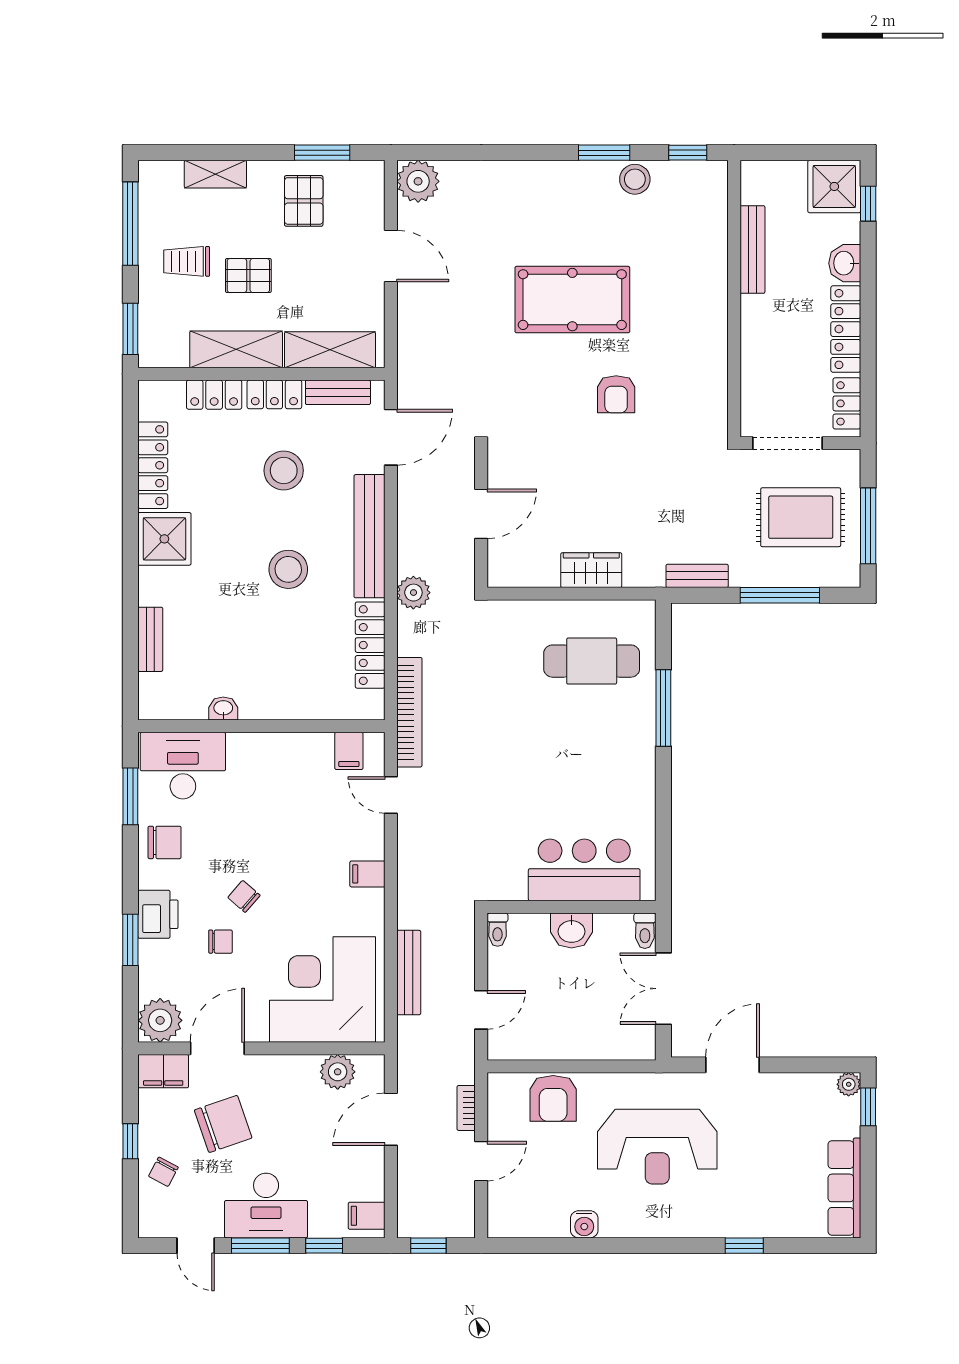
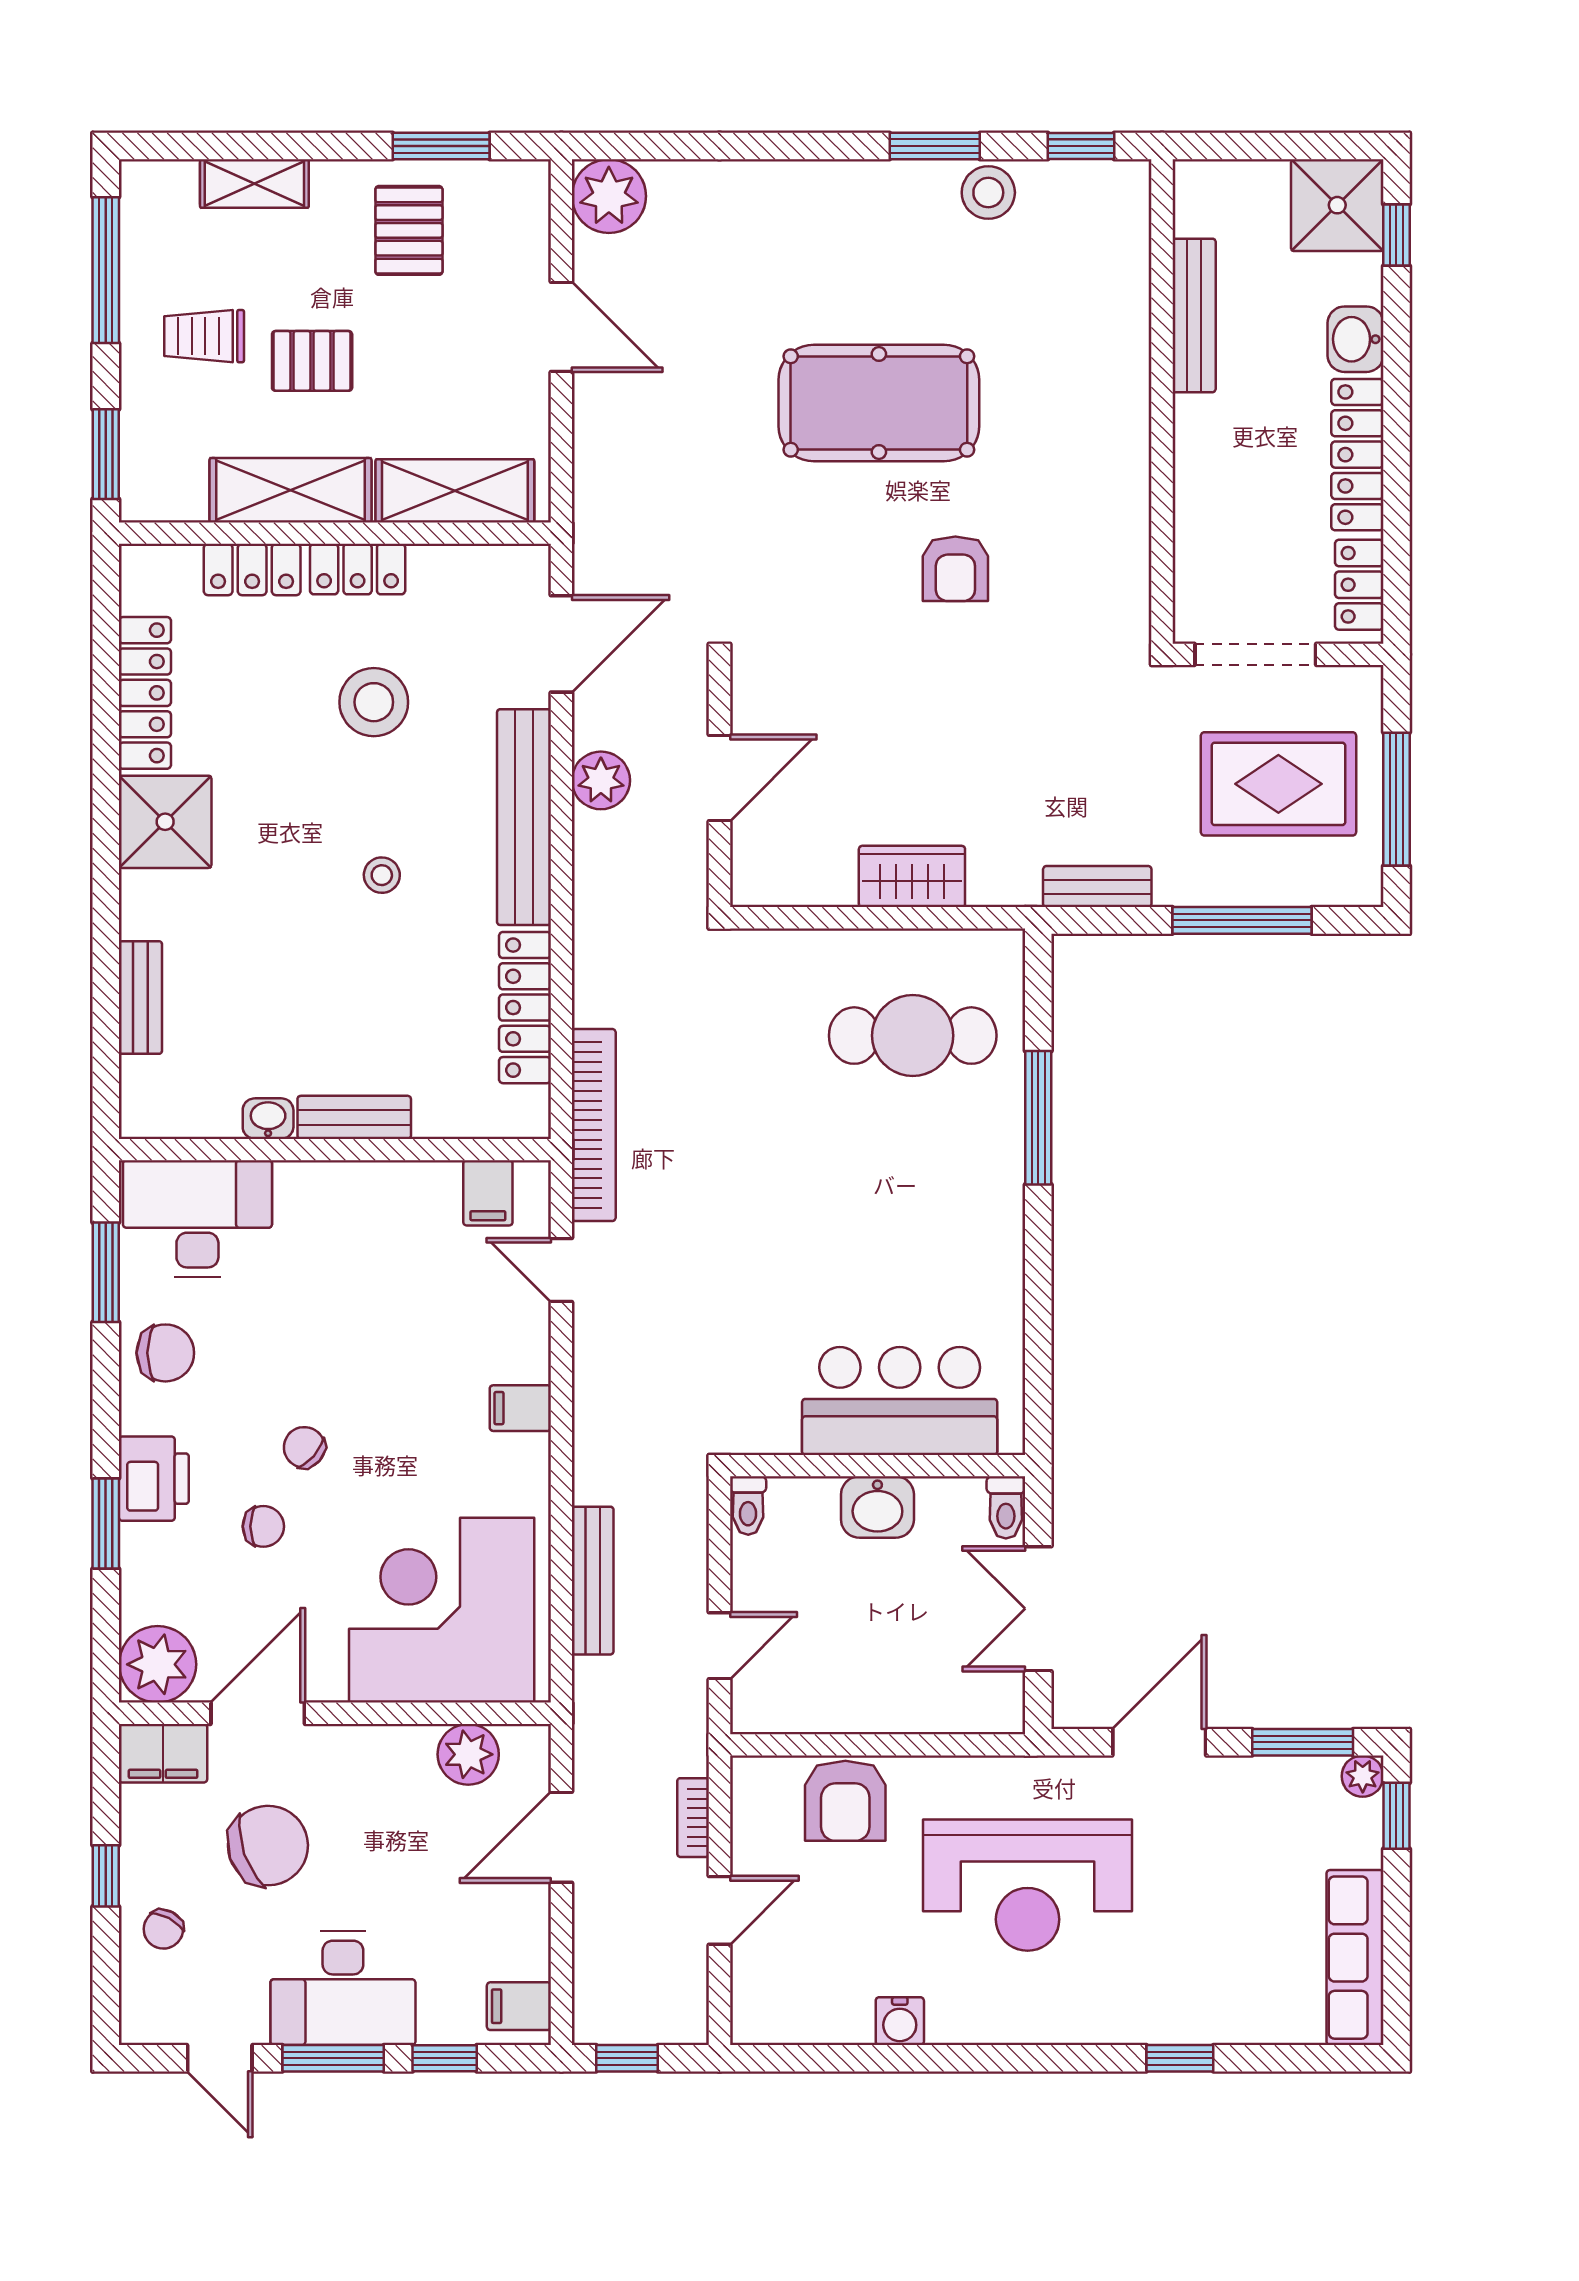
bench: (338, 392) -> (354, 1117), moved
stool: (288, 569) -> (382, 875), width x0.53, depth x0.53
plant: (413, 593) -> (601, 780), moved
window: (815, 1065) -> (1303, 1742), added

